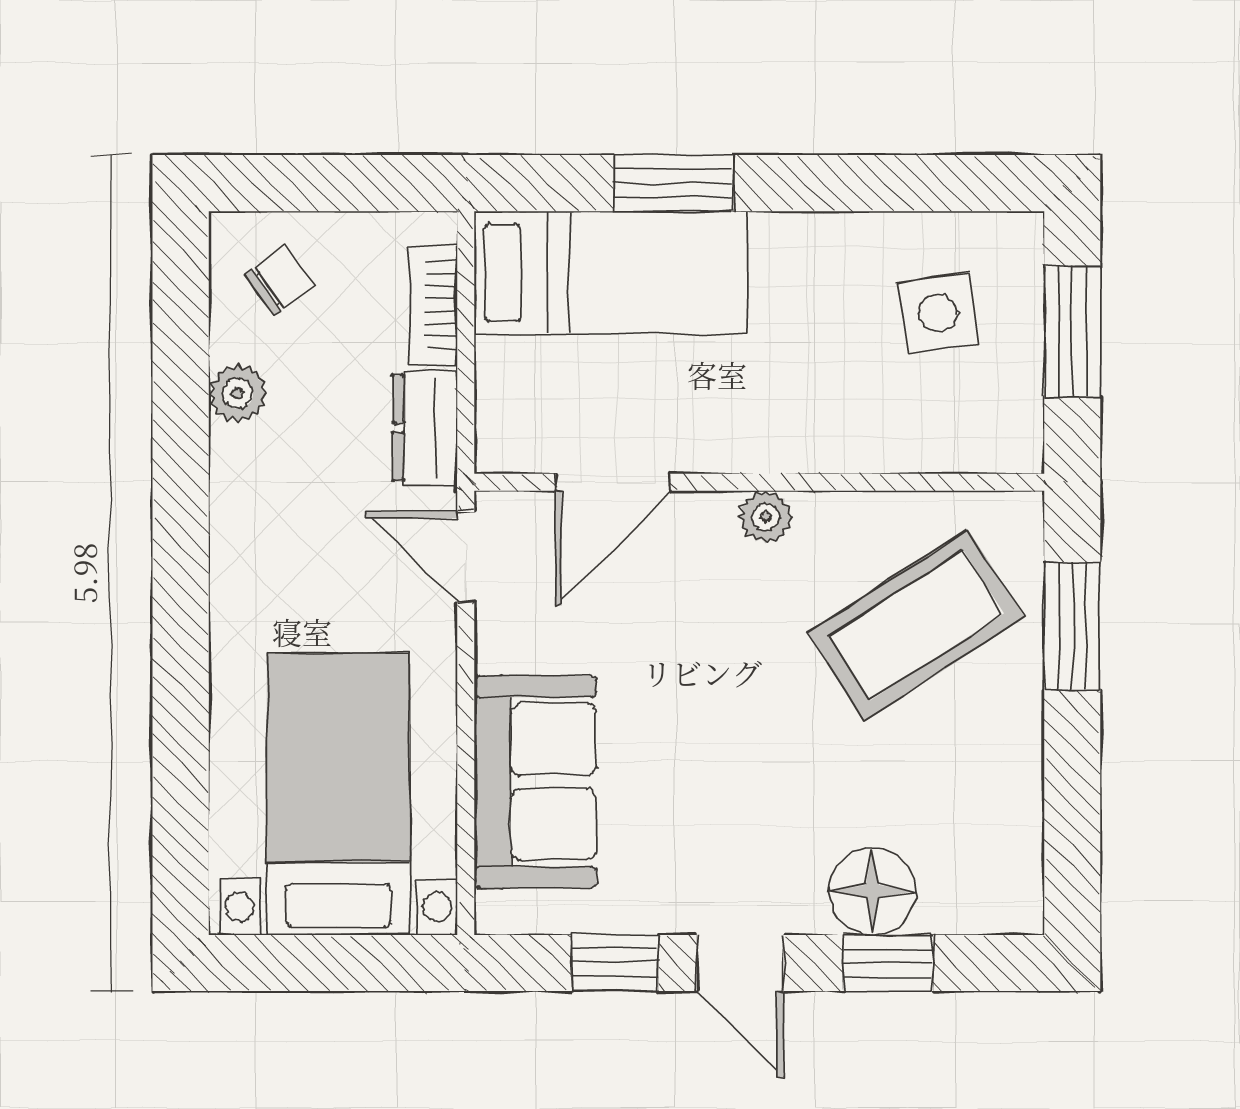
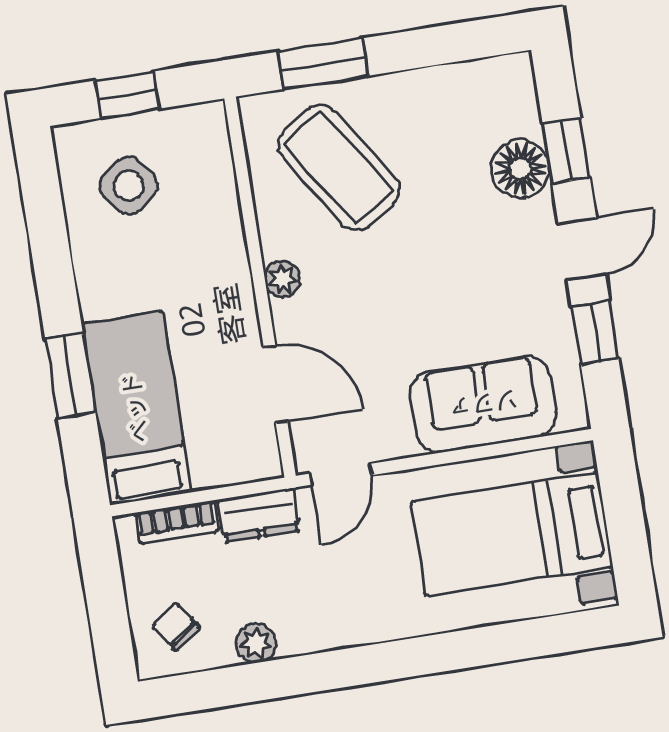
side table: (938, 313) -> (129, 186), turned -30
window: (1072, 332) -> (127, 95), width x0.67

